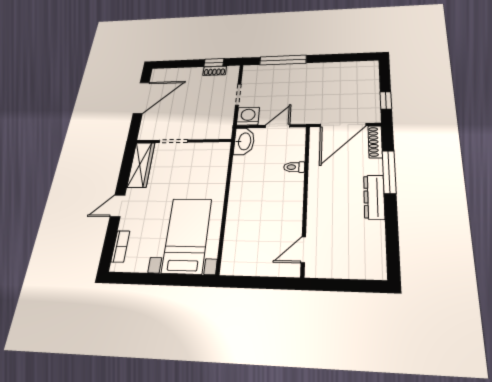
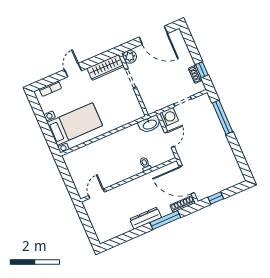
door: (278, 126) -> (169, 140), hinge flipped
plant: (147, 132) -> (130, 57), added
door: (117, 206) -> (73, 70), hinge flipped
door: (303, 250) -> (97, 194), hinge flipped

